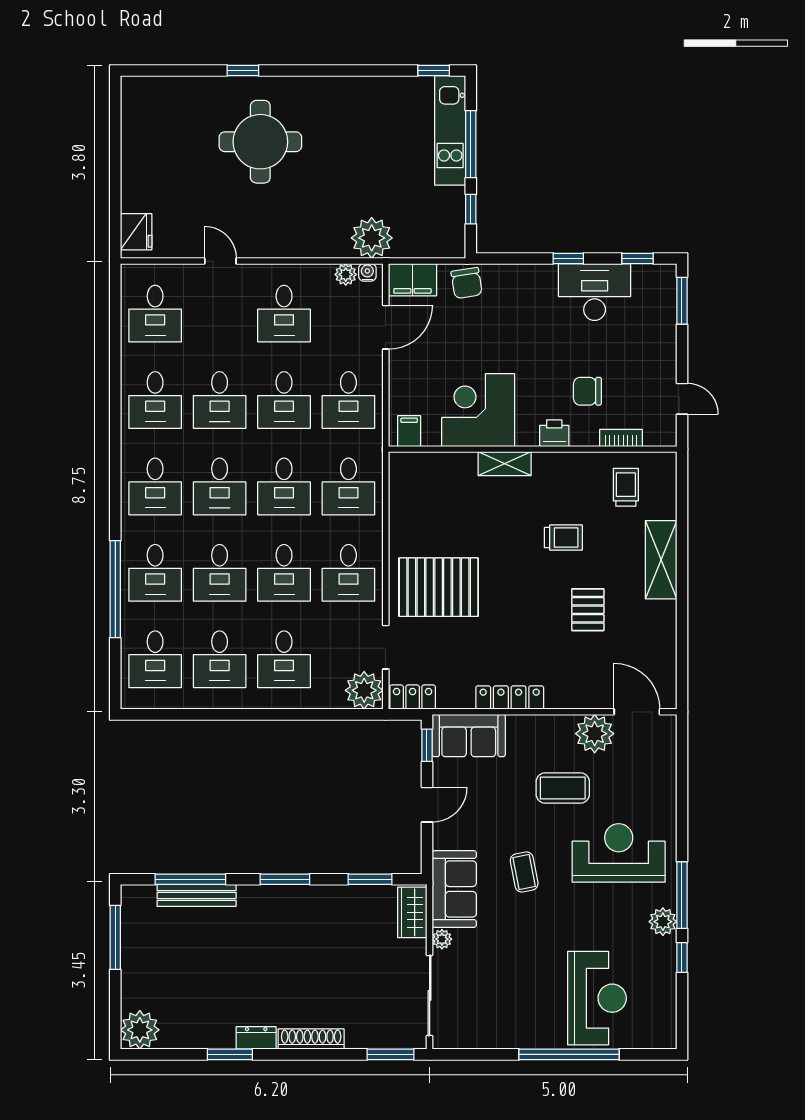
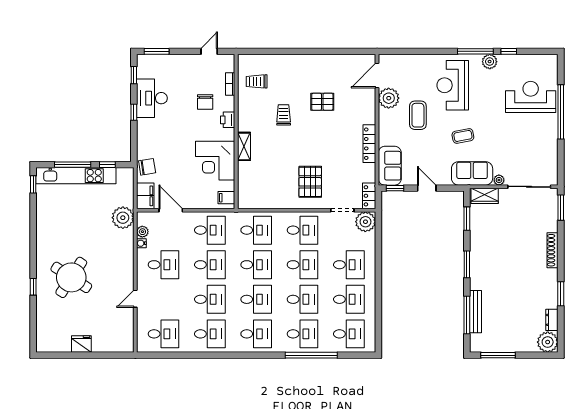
kitchen unit: (450, 130) -> (76, 176), width x1.36
round table: (260, 142) -> (71, 277), turned 33
fridge: (136, 232) -> (81, 344), moved
water cooler: (367, 272) -> (141, 243), moved
shelving: (661, 560) -> (295, 62), removed
pallet: (439, 587) -> (310, 182), width x0.73, depth x0.71
dresser: (256, 1038) -> (552, 320), moved

